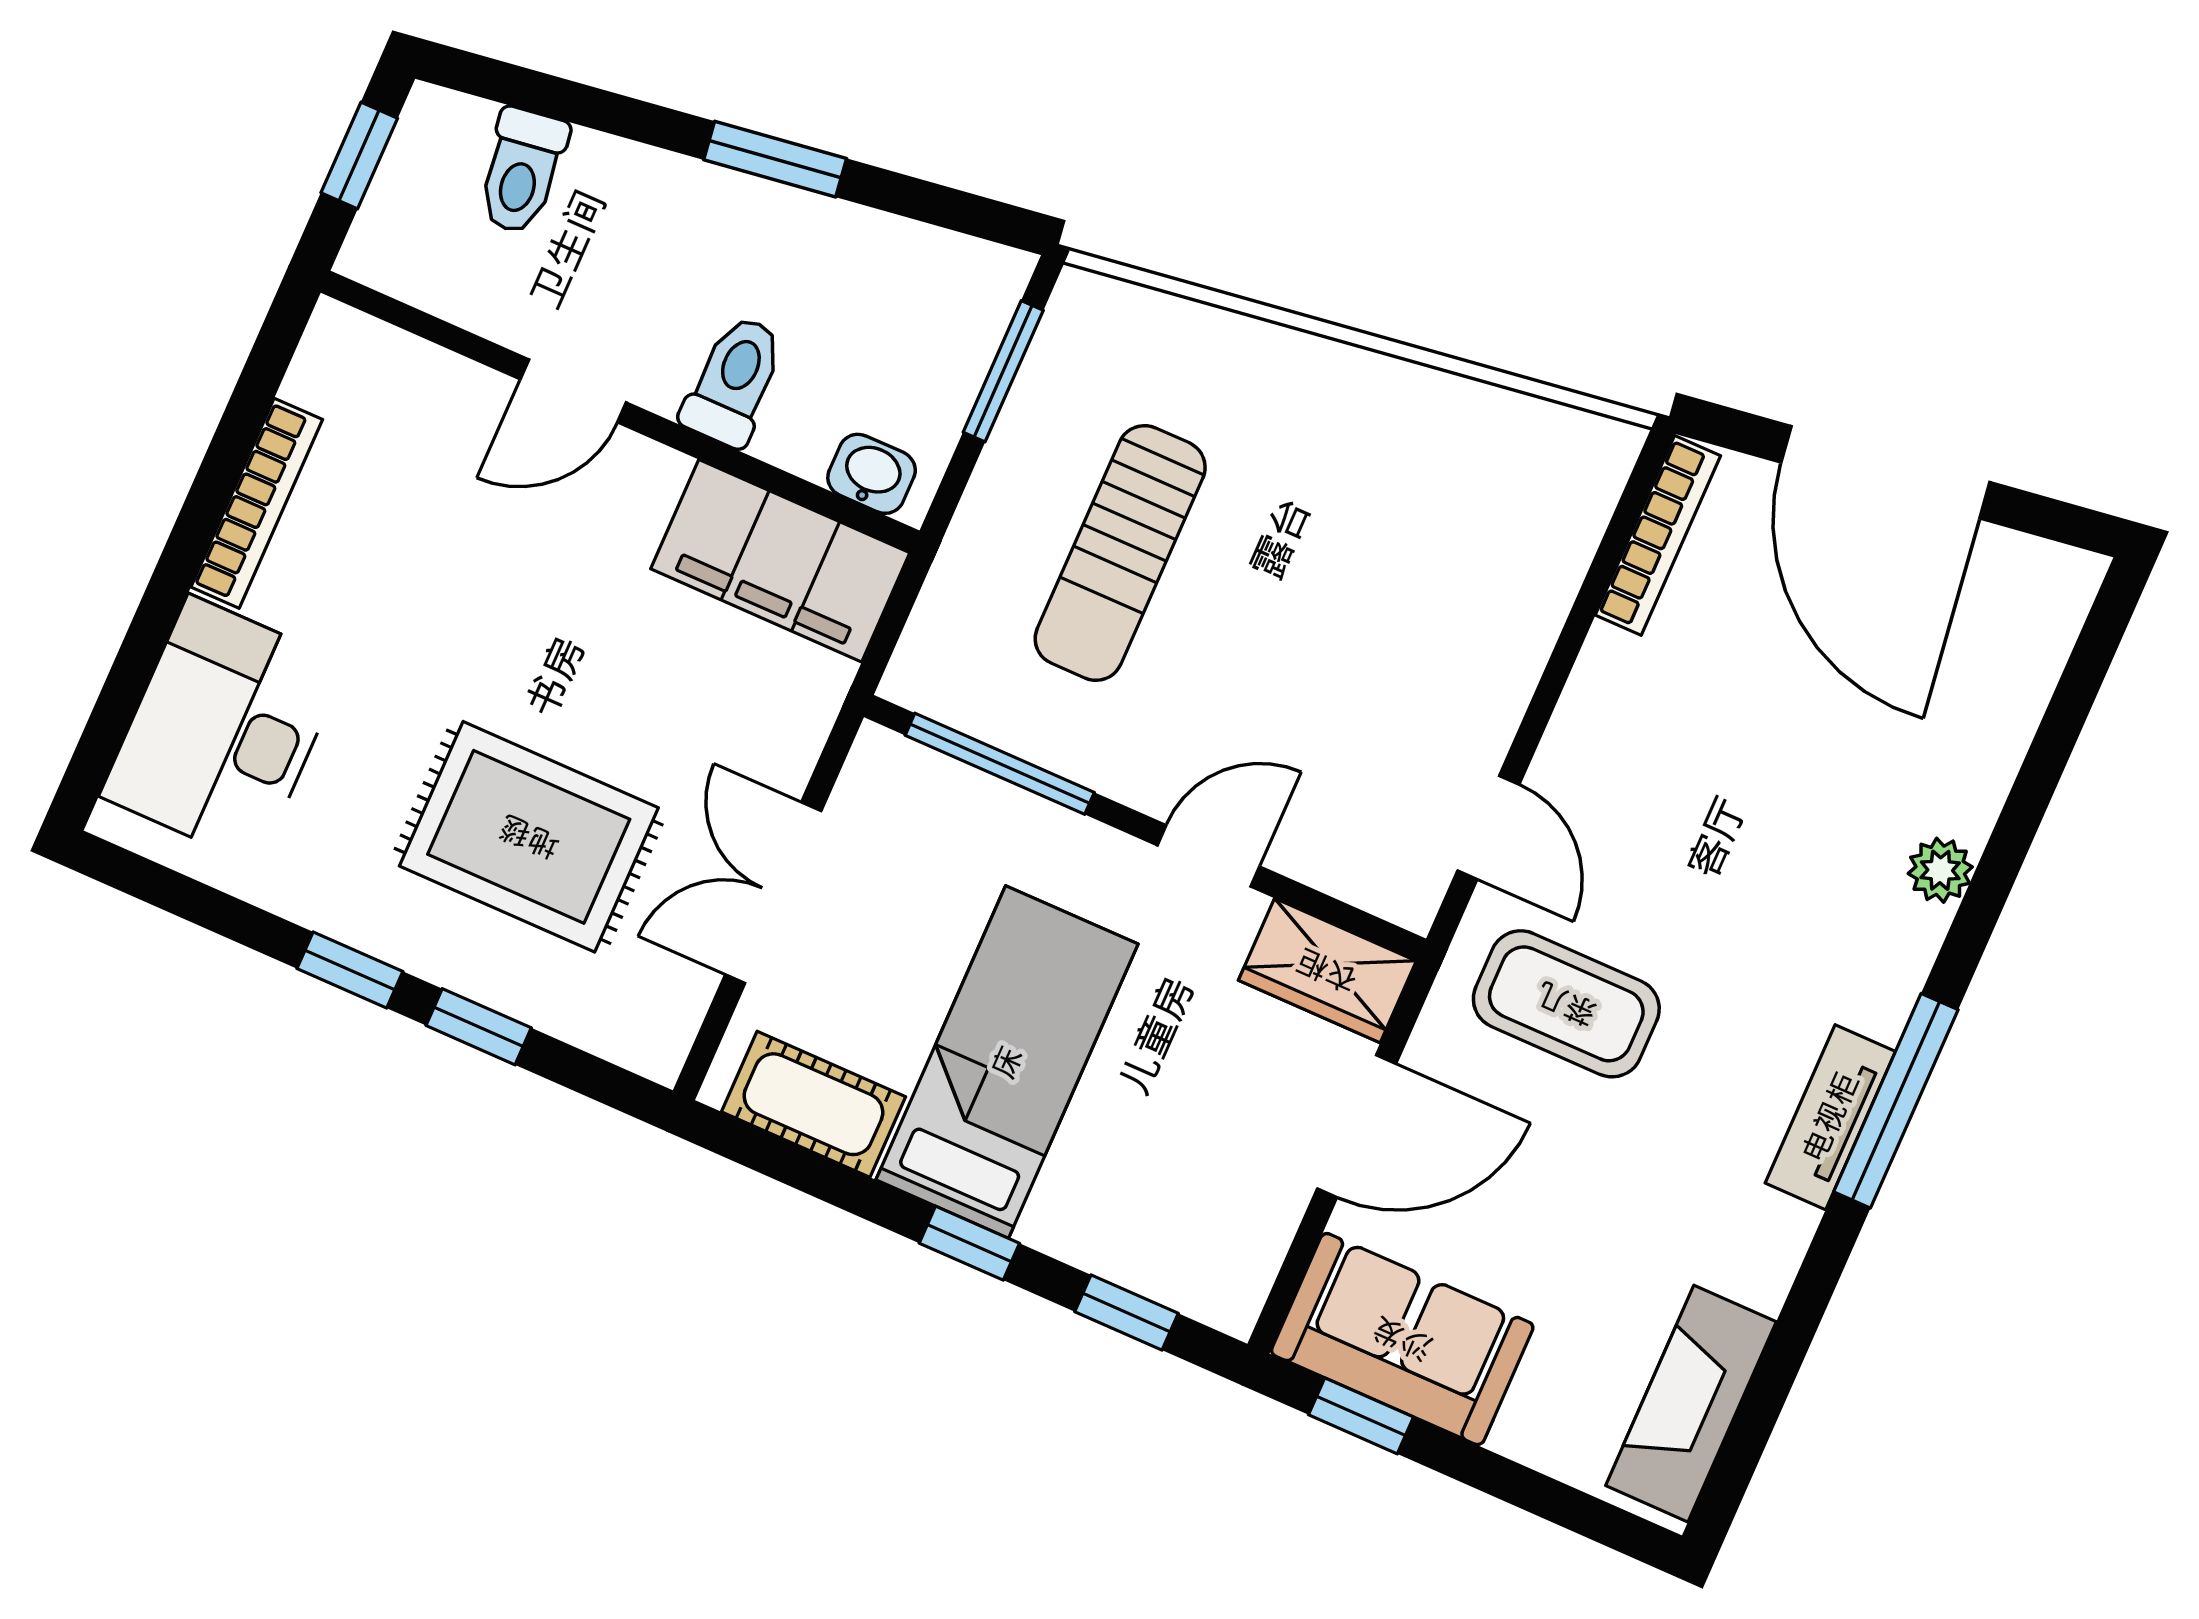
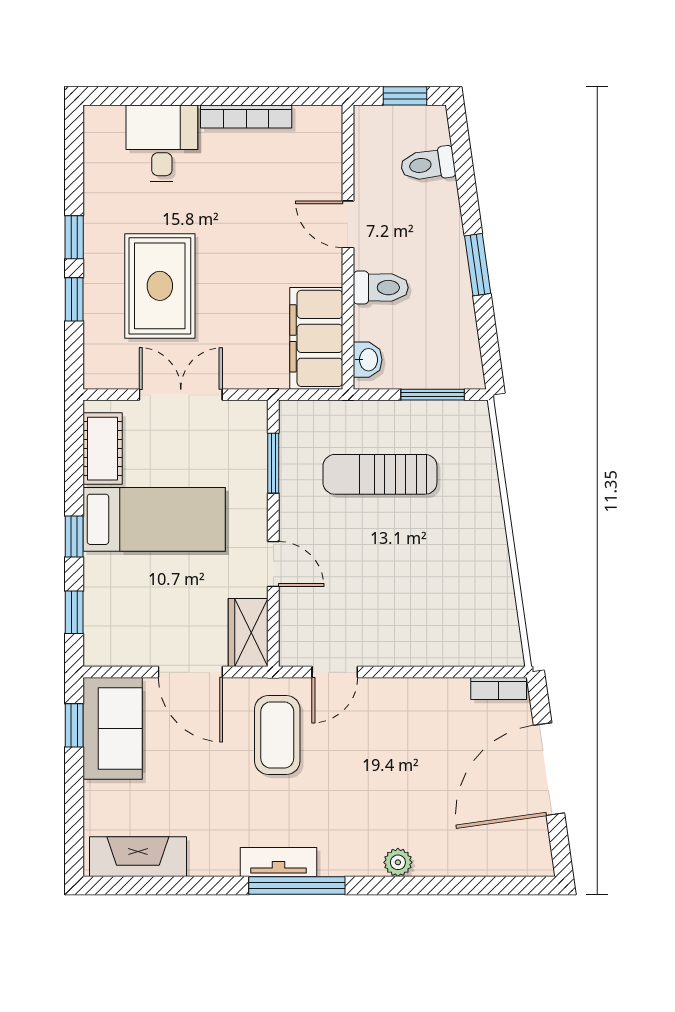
bookcase: (1658, 535) -> (499, 688), width x0.64
desk: (223, 730) -> (162, 143), width x0.73
window: (1000, 764) -> (273, 463), width x0.69

